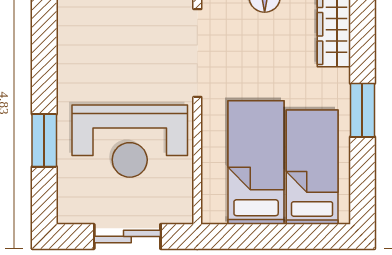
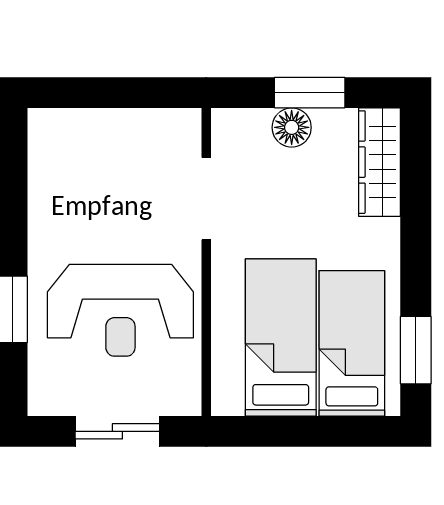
doorway: (197, 53) -> (206, 199), width x0.73
window: (362, 110) -> (416, 350), moved

